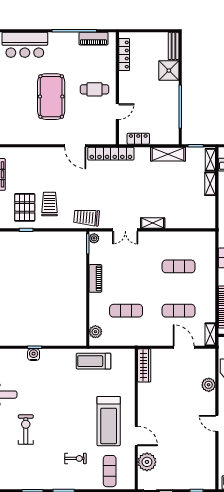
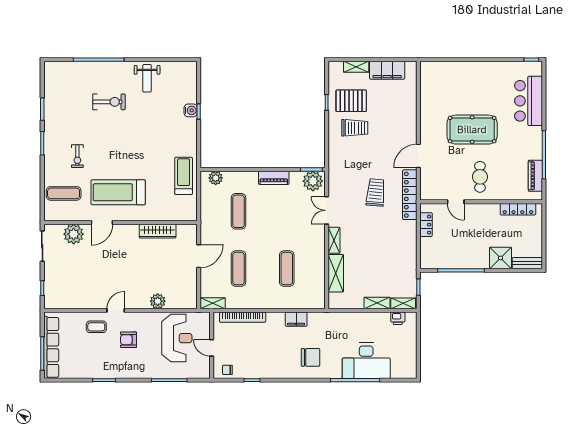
shelving: (168, 154) -> (336, 273), moved
trolley: (87, 217) -> (376, 192), moved
plant: (94, 238) -> (313, 181), width x1.87, depth x1.87
door: (184, 347) -> (199, 256), moved
wardrobe: (144, 365) -> (158, 231), moved

